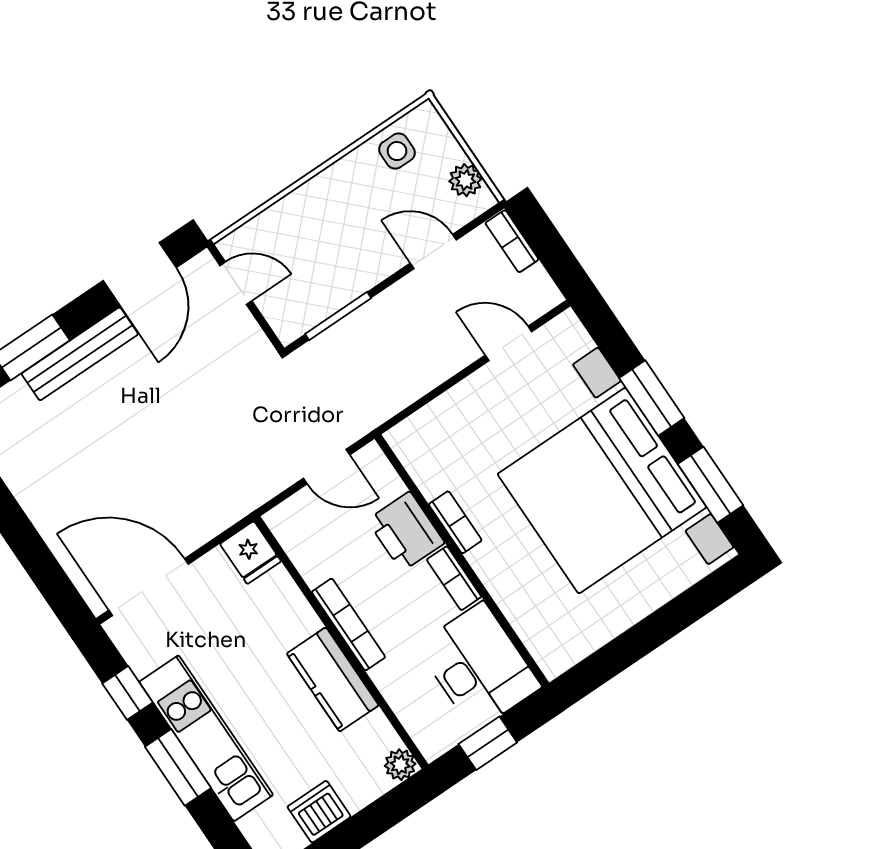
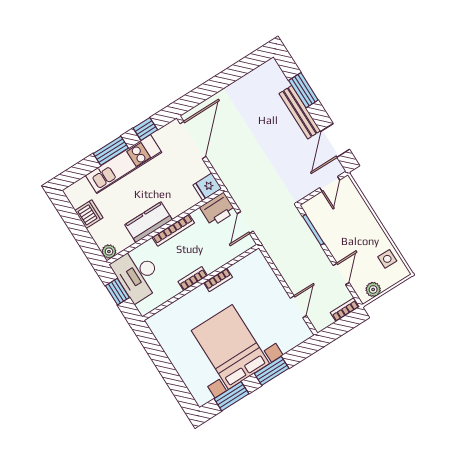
door: (140, 274) -> (335, 140), hinge flipped
bed with nightstands: (602, 491) -> (230, 347), width x0.73
printer: (406, 532) -> (218, 209), moved, turned 180
desk: (479, 667) -> (137, 275), moved, turned 90

